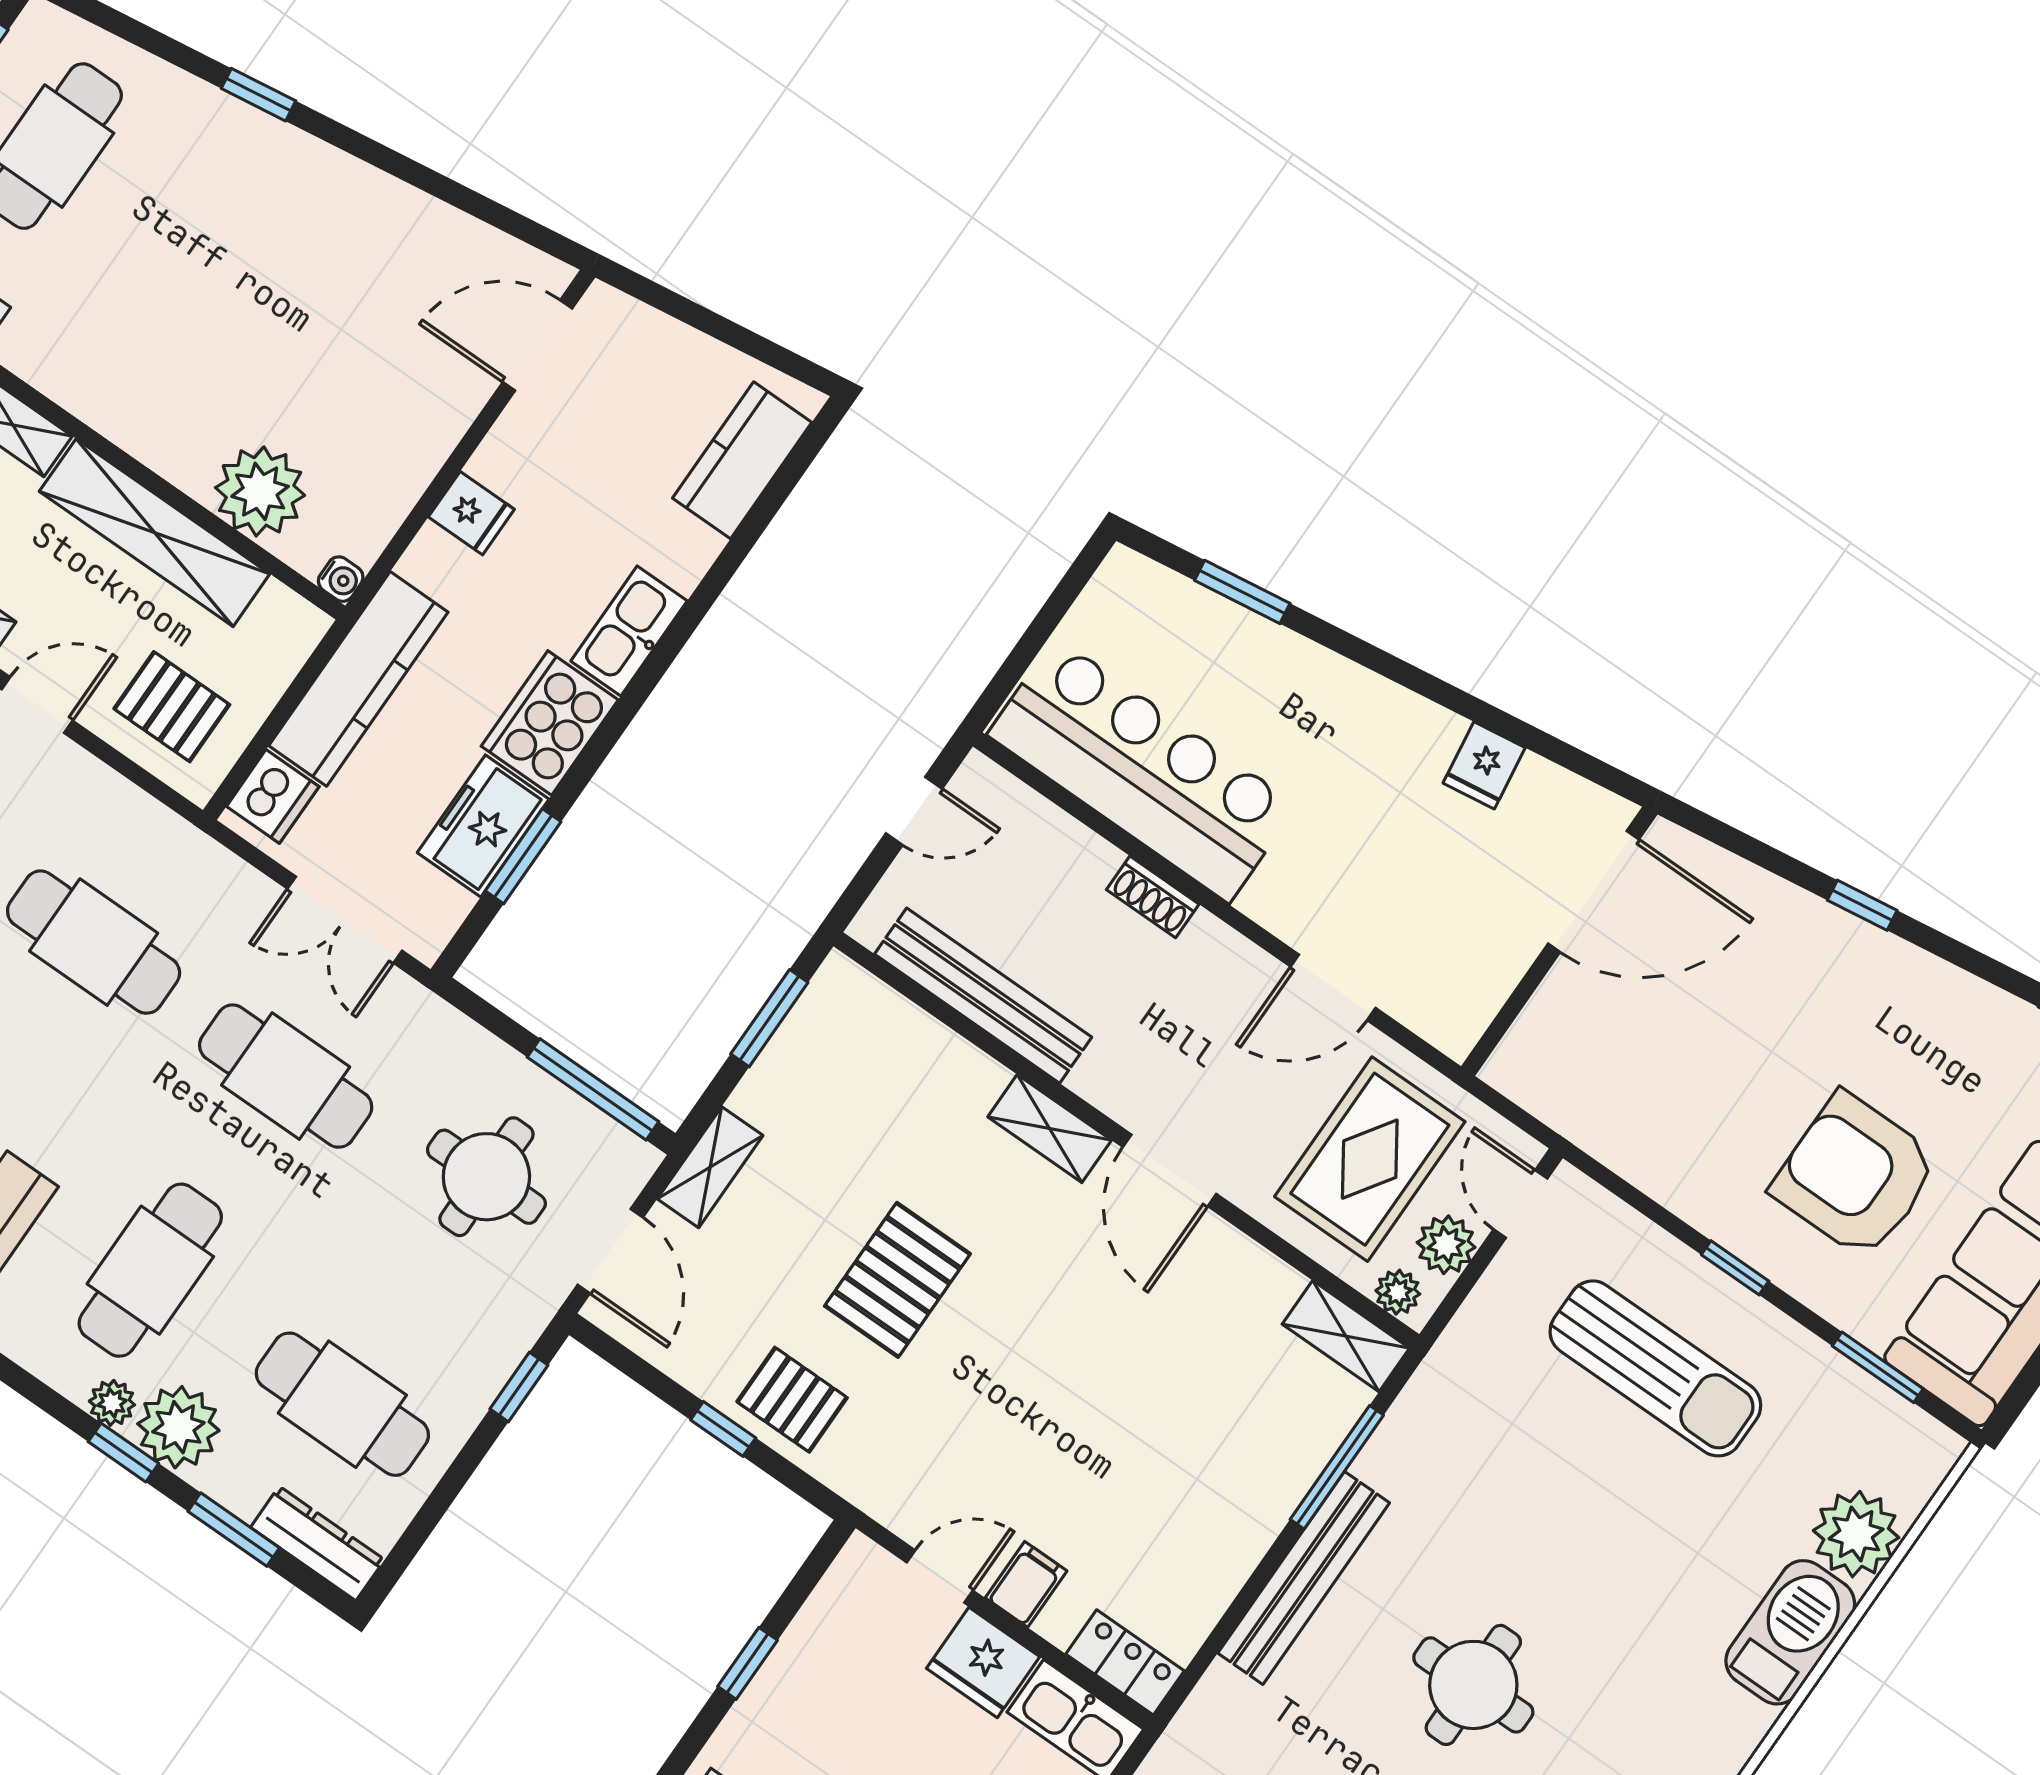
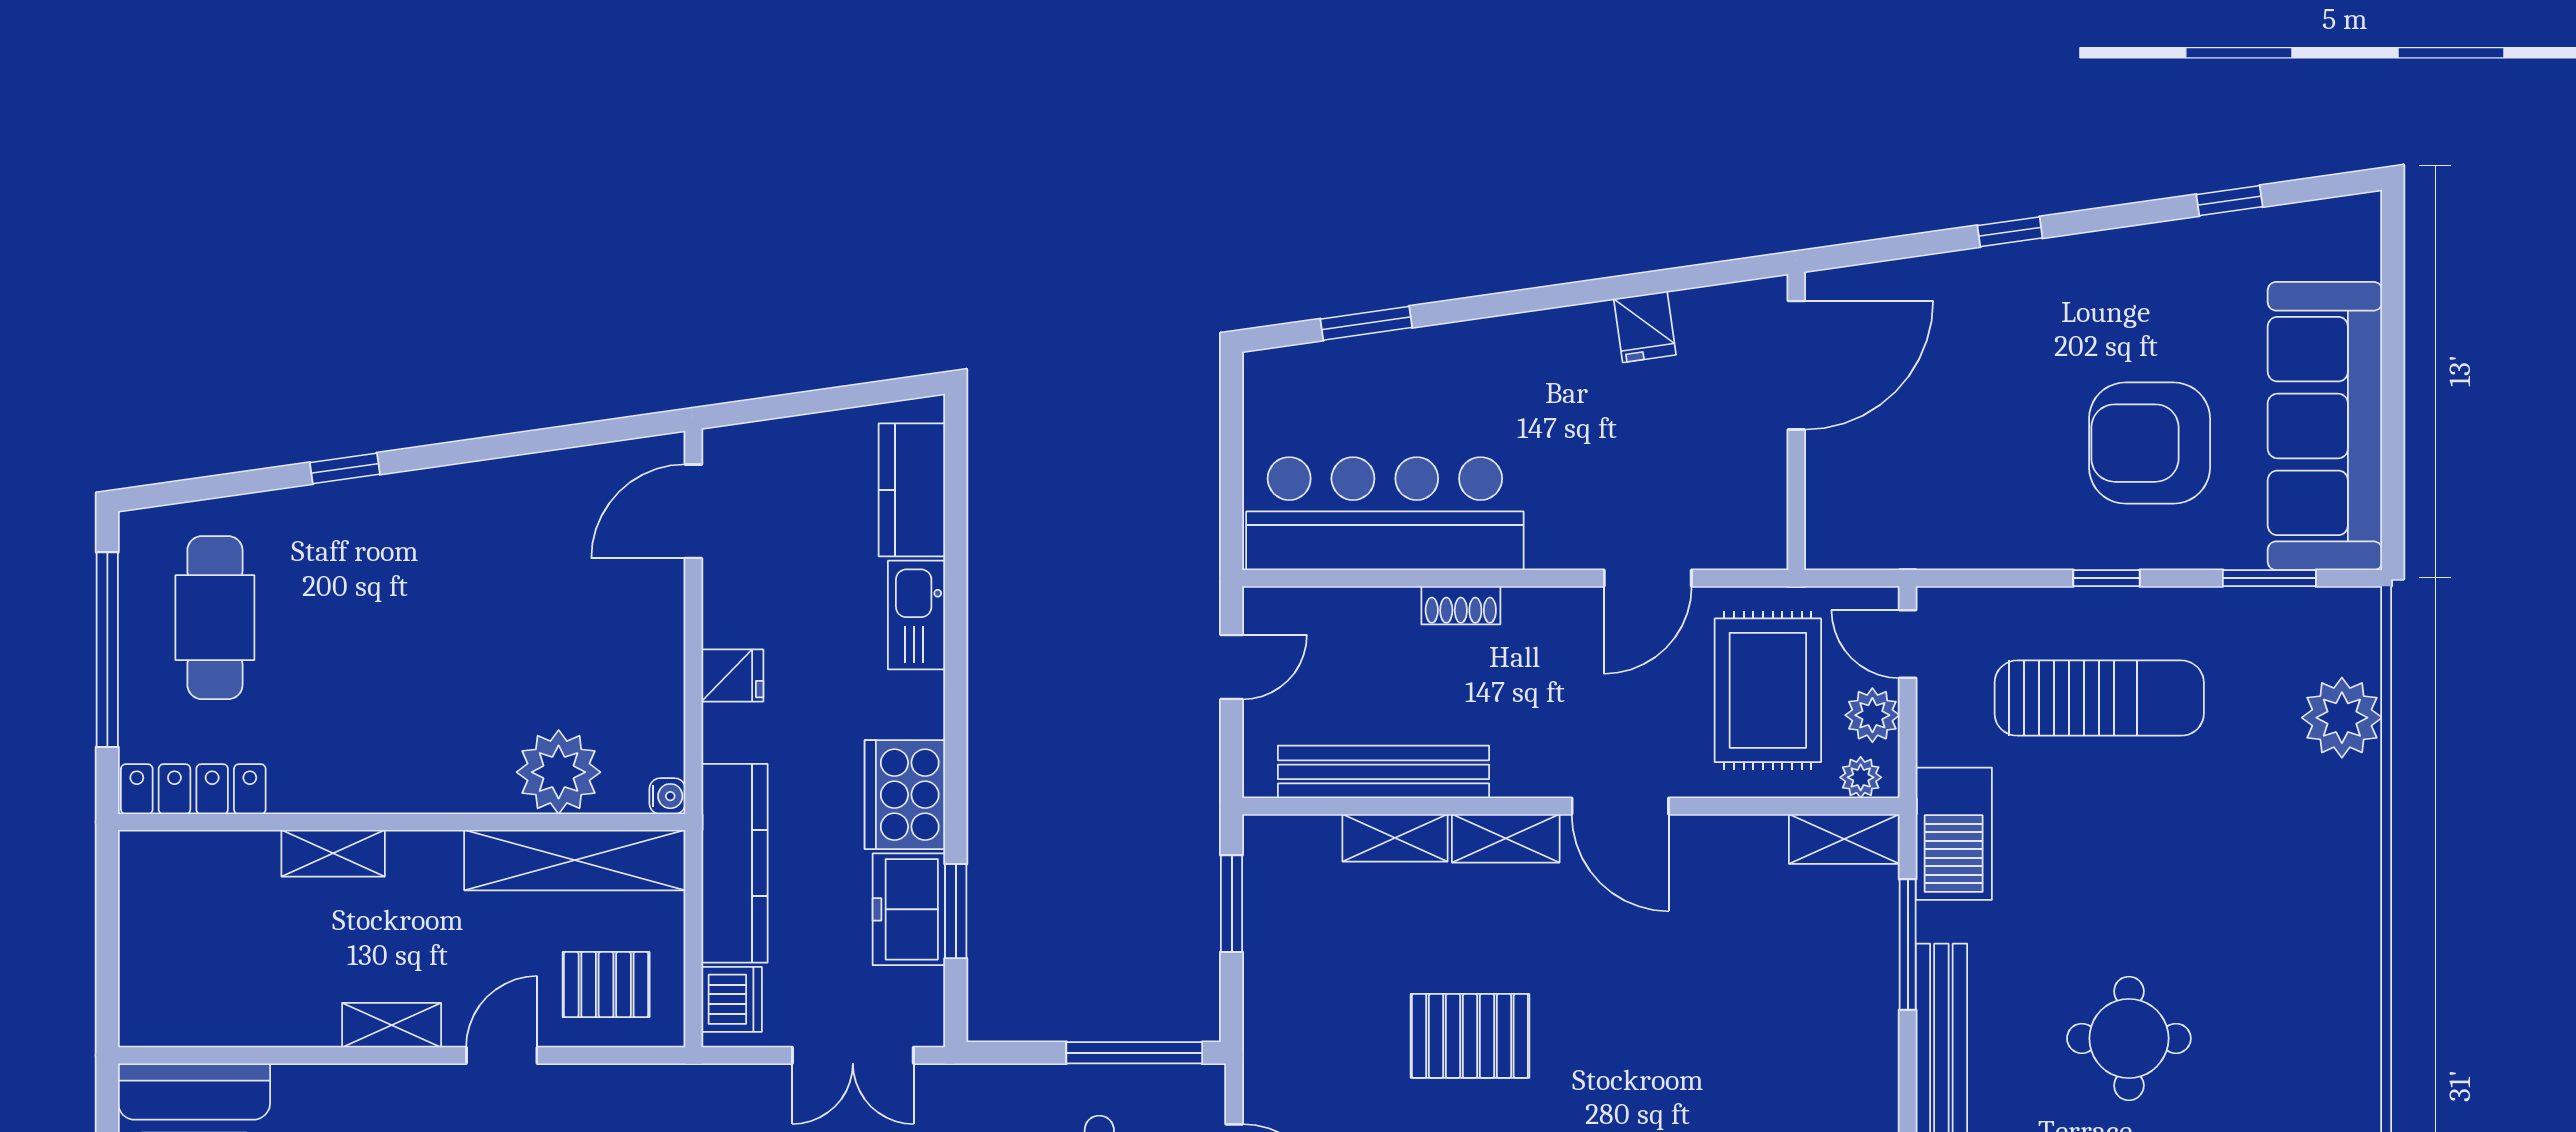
shelving: (155, 533) -> (575, 860), moved
kitchen sink: (629, 631) -> (917, 615), moved
shelving: (710, 1167) -> (1395, 838), moved, turned 90
pallet: (897, 1280) -> (1470, 1036), turned 90
barbecue: (1790, 1632) -> (1954, 834), moved, turned 180

